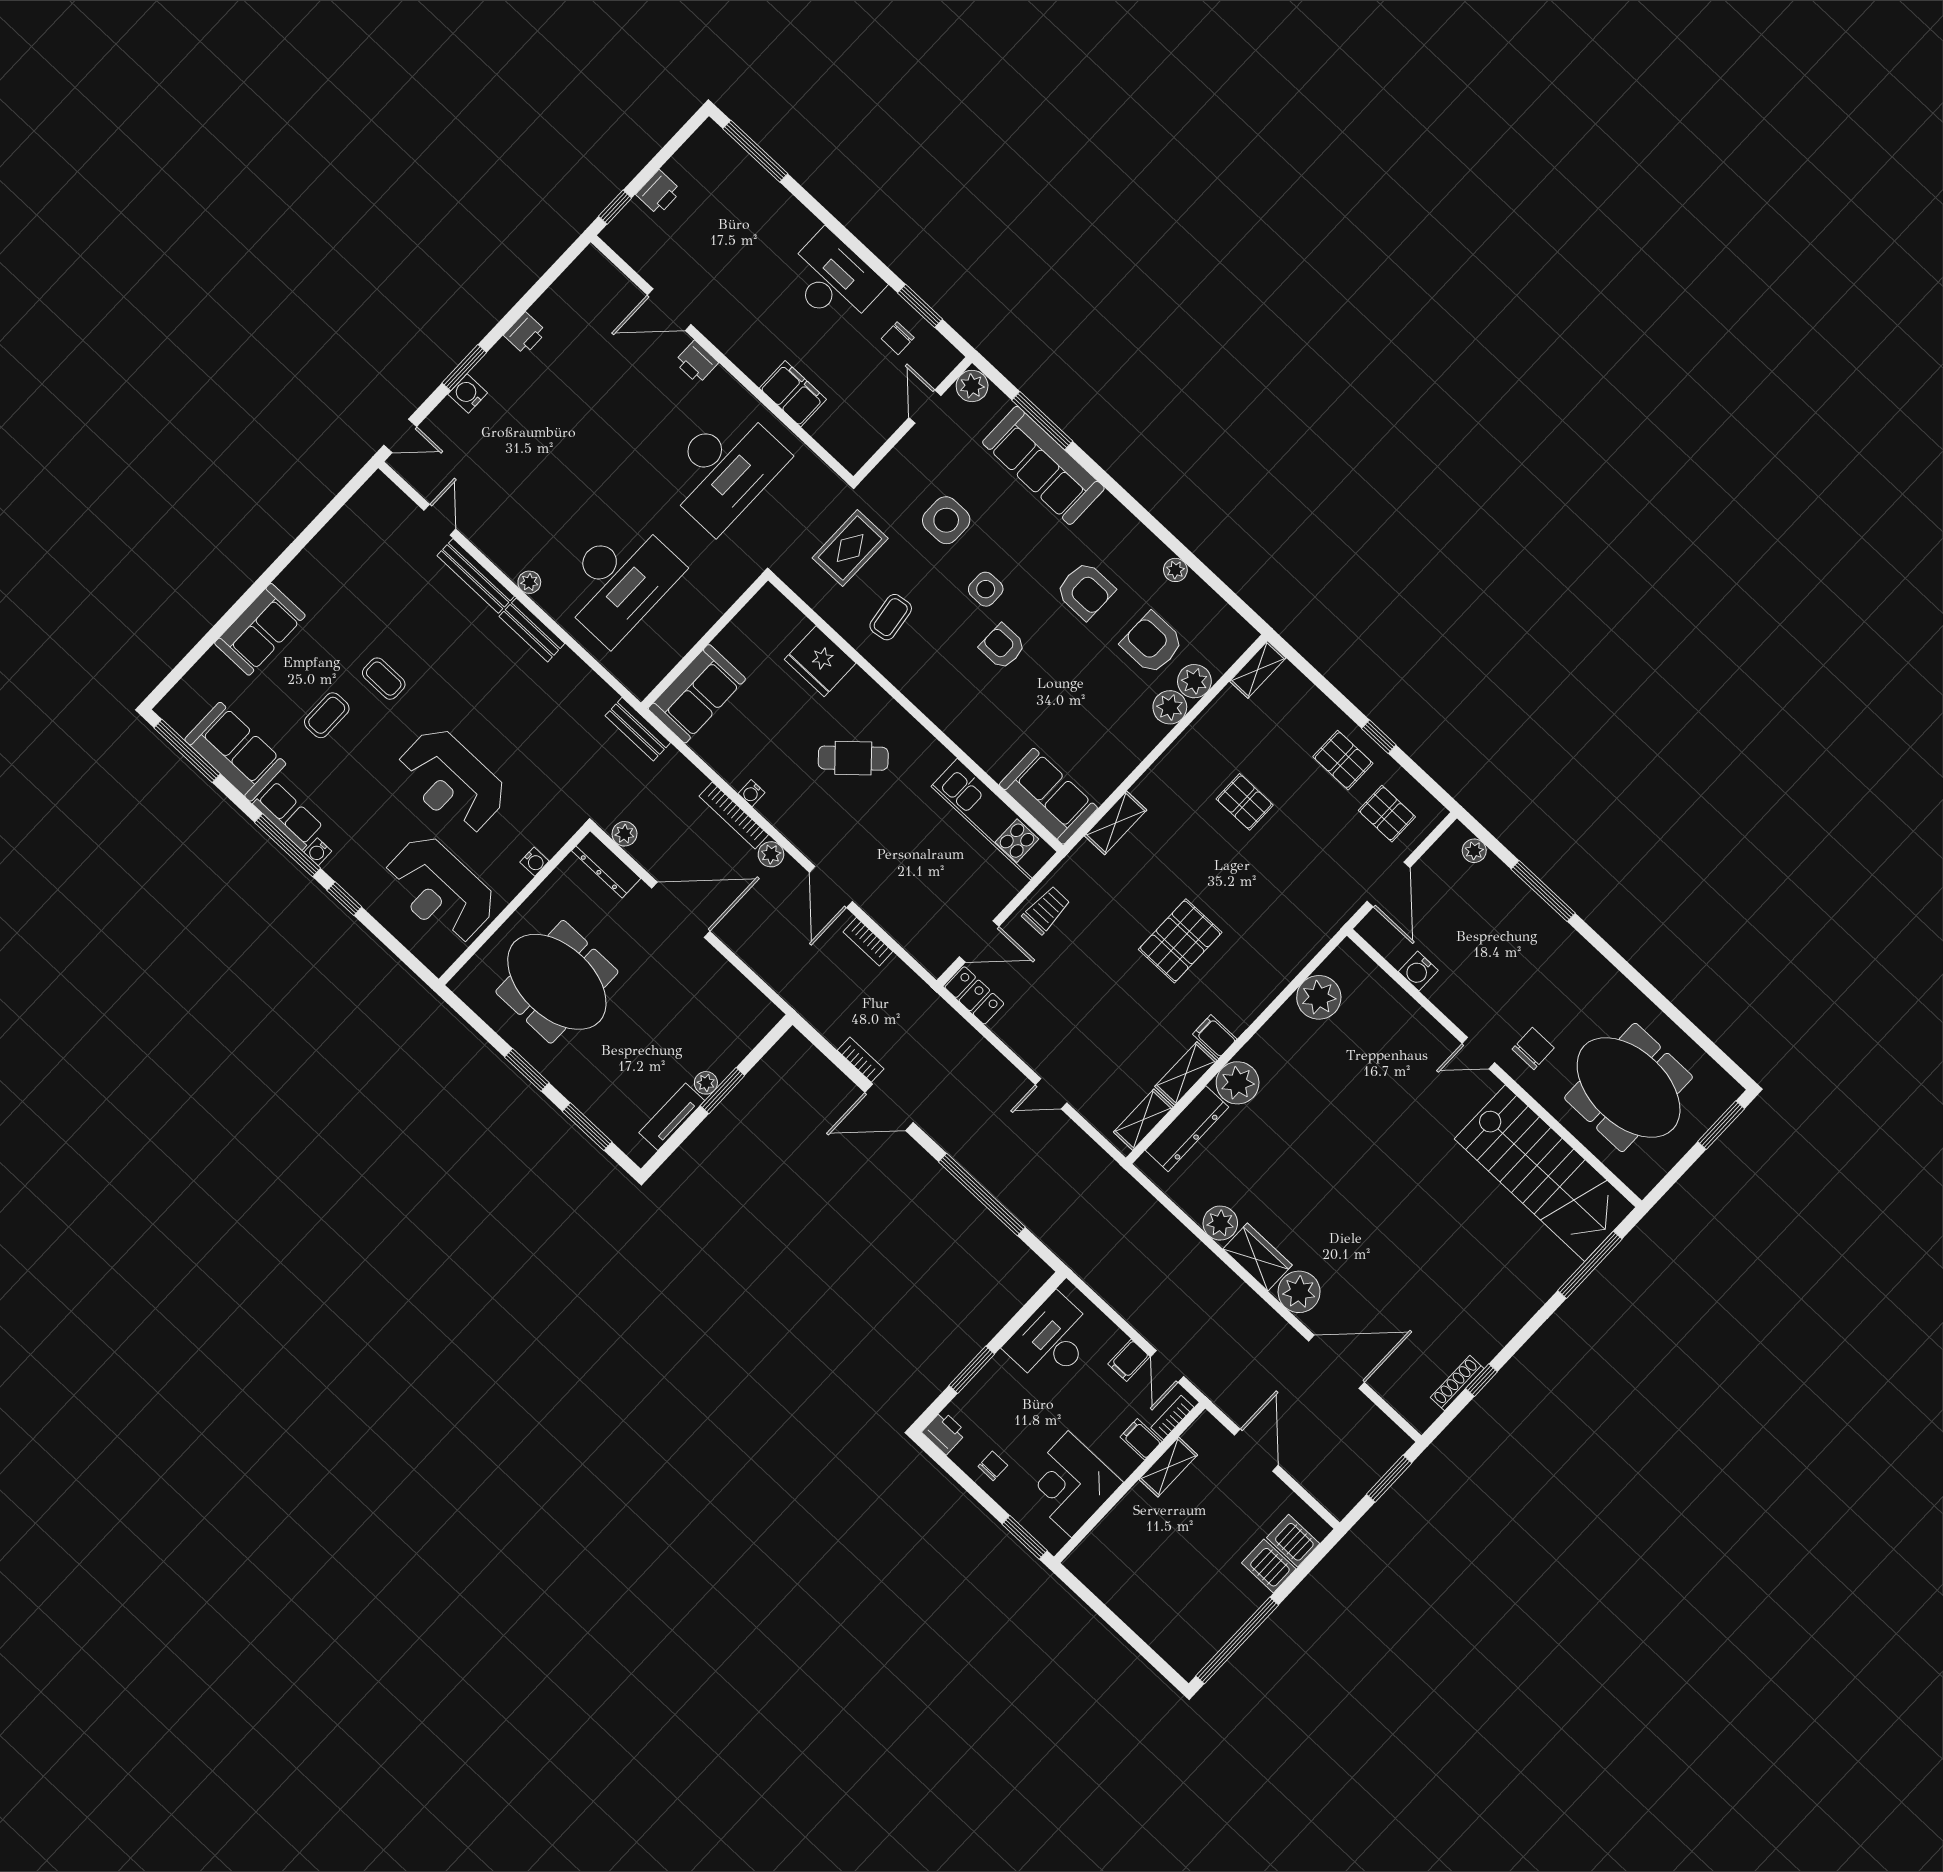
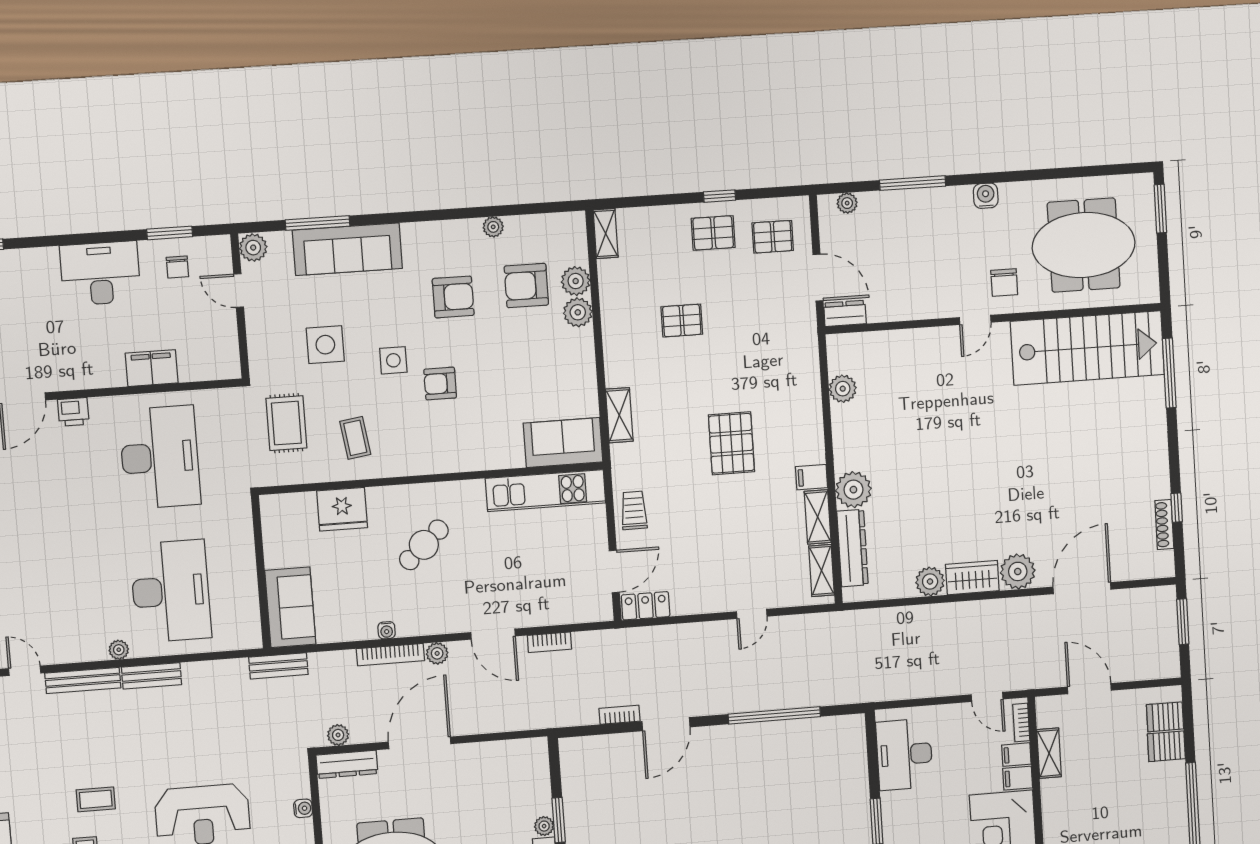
dresser: (1380, 936) -> (845, 313), added
water cooler: (1418, 971) -> (986, 196), moved, turned 180
plant: (1319, 997) -> (843, 389), width x0.73, depth x0.73
chair: (1533, 1049) -> (1004, 282), turned 180
filing cabinet: (1129, 1360) -> (1018, 778), moved, turned 90

